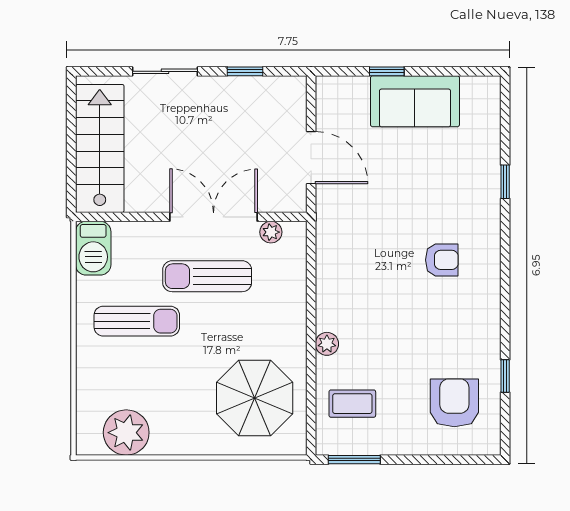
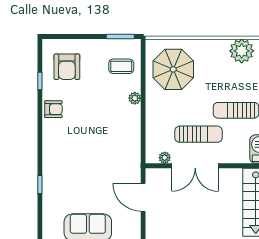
armchair: (442, 260) -> (53, 109), moved, turned 180

